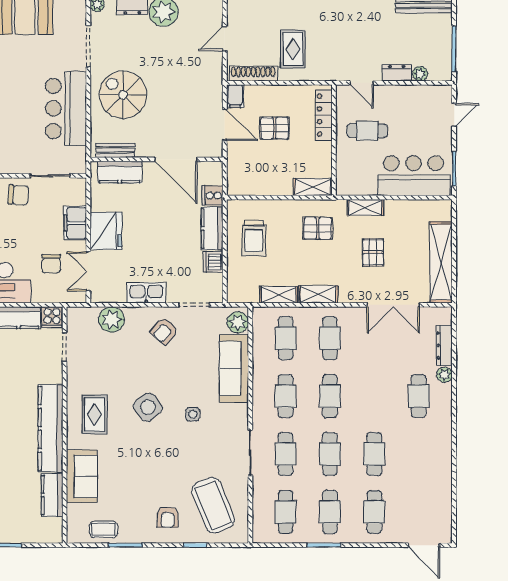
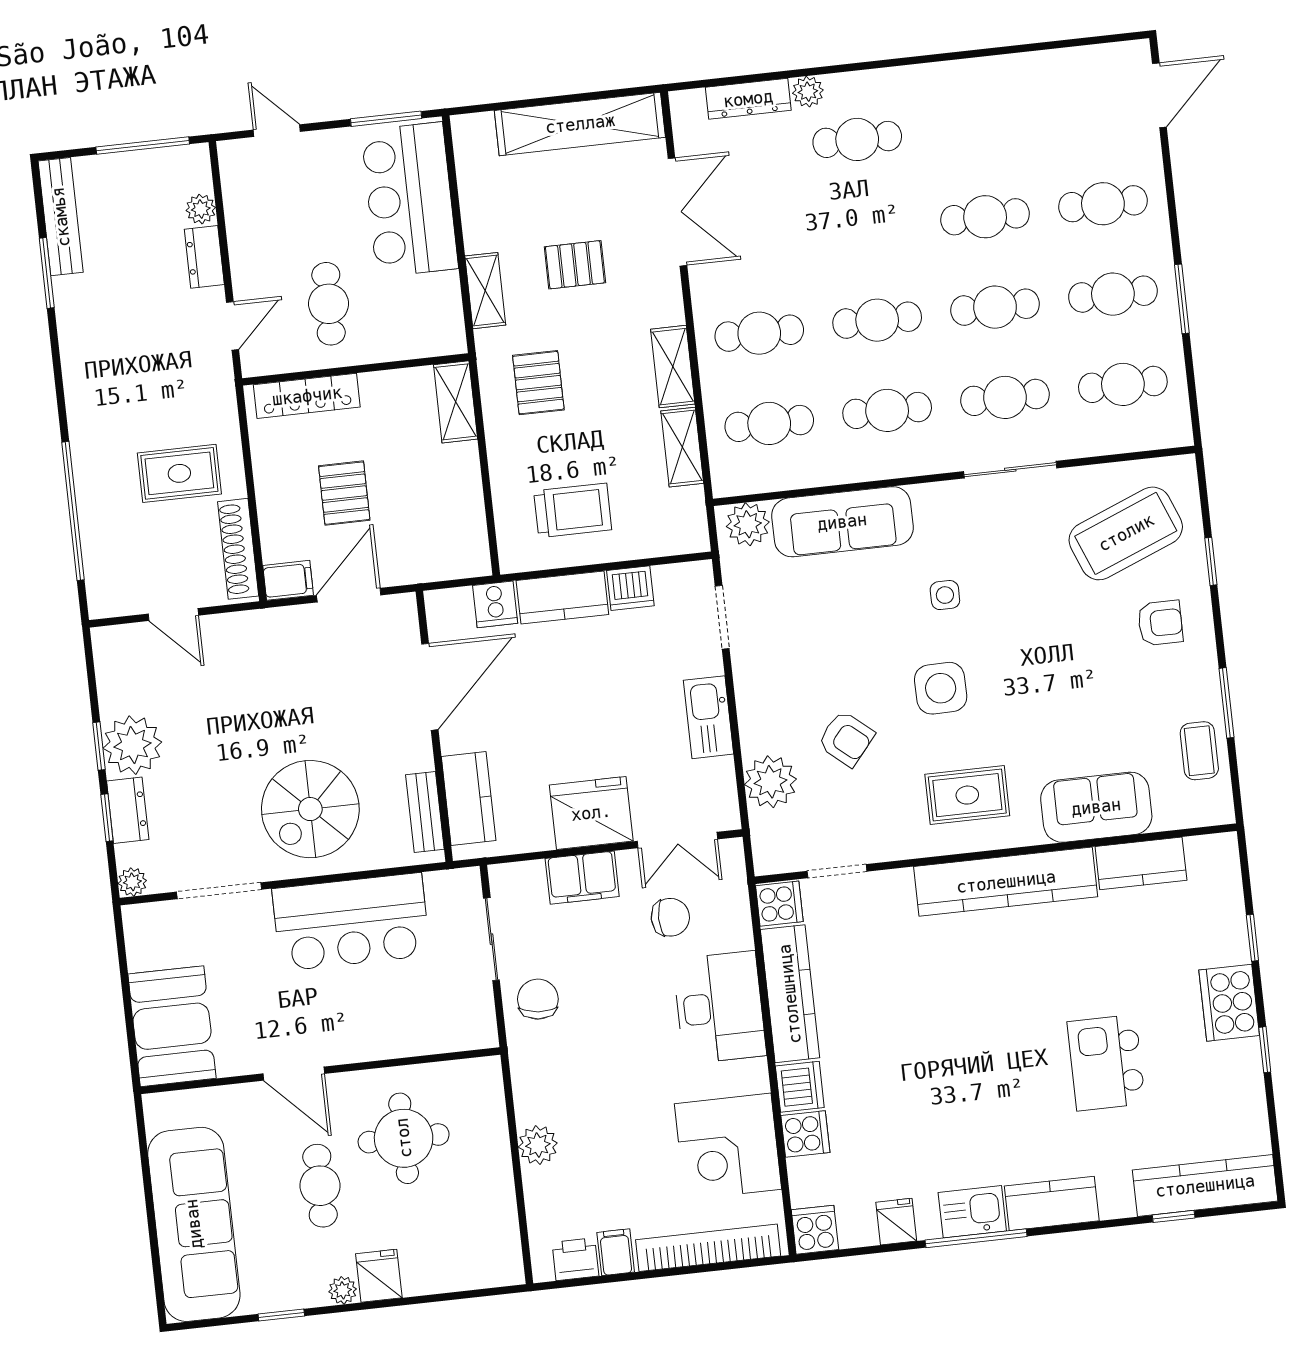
armchair: (164, 331) -> (846, 739), moved
side table: (148, 407) -> (941, 688), turned 36

